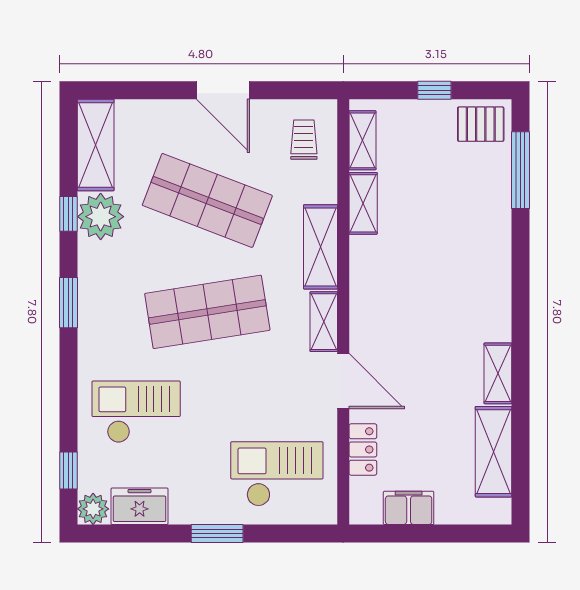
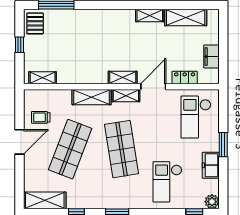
trolley: (304, 140) -> (41, 117), moved
shelving: (363, 203) -> (123, 77), moved
plant: (101, 217) -> (78, 198), removed
freezer: (140, 506) -> (211, 165), moved

